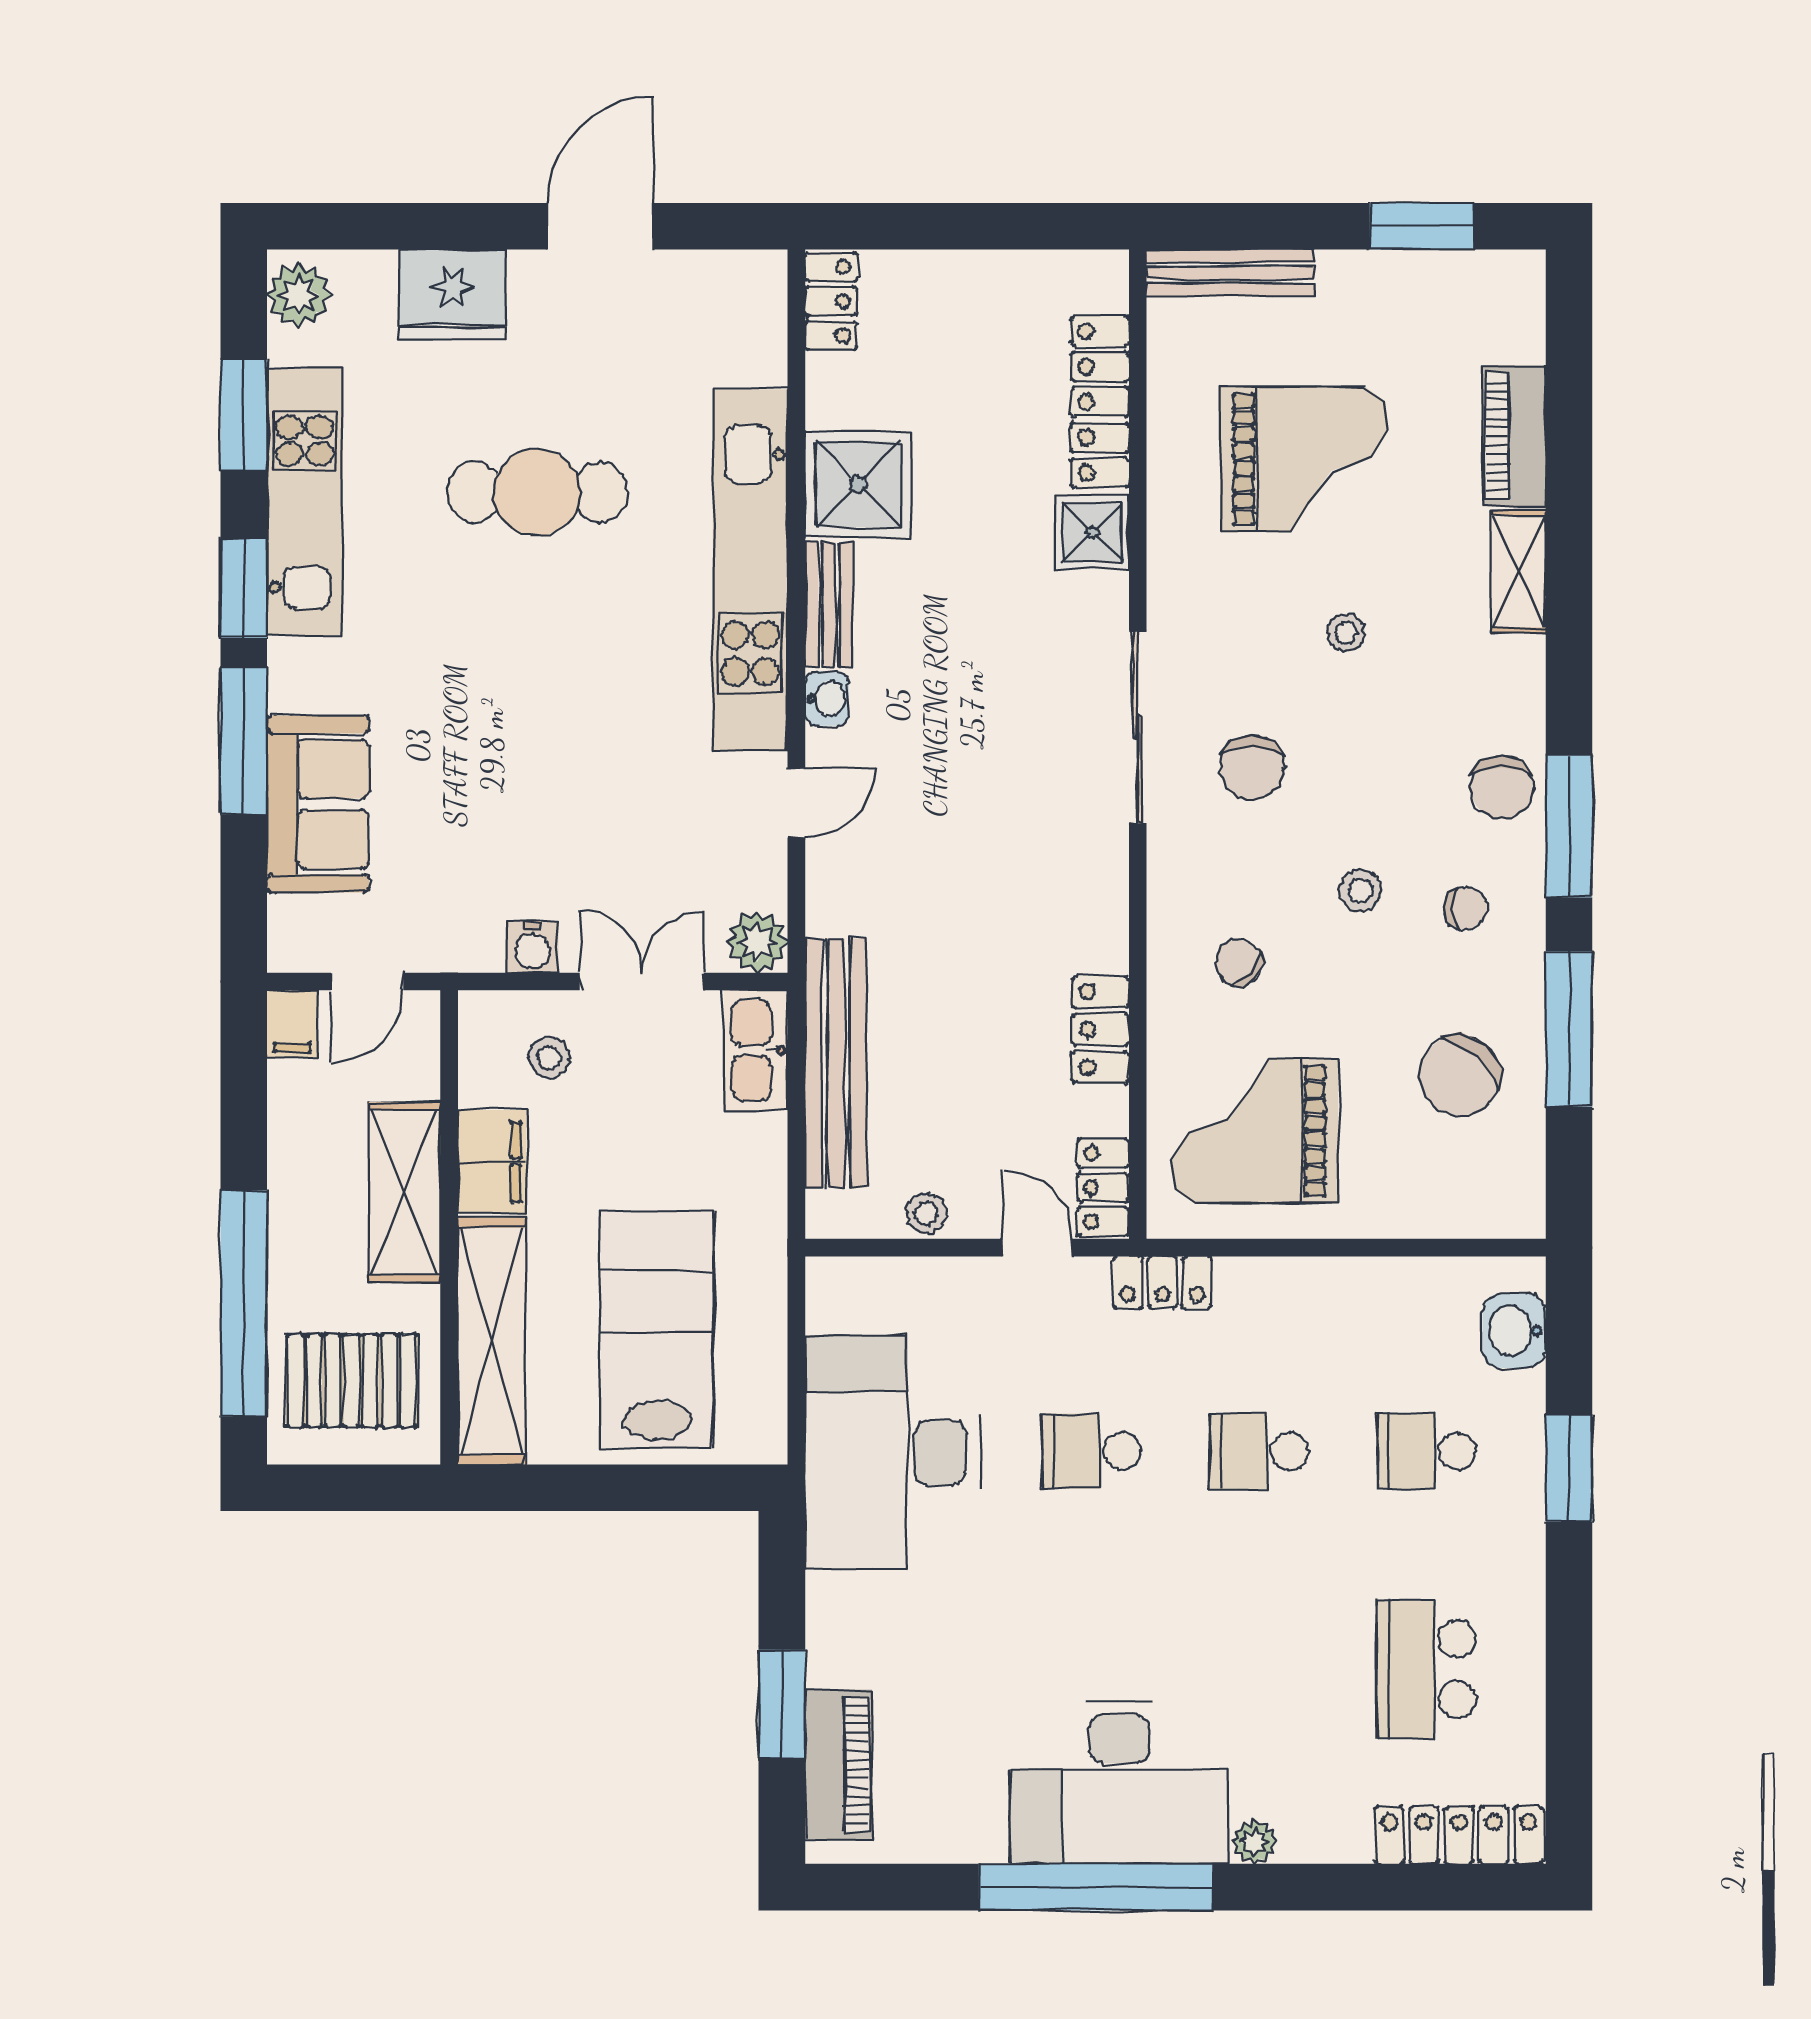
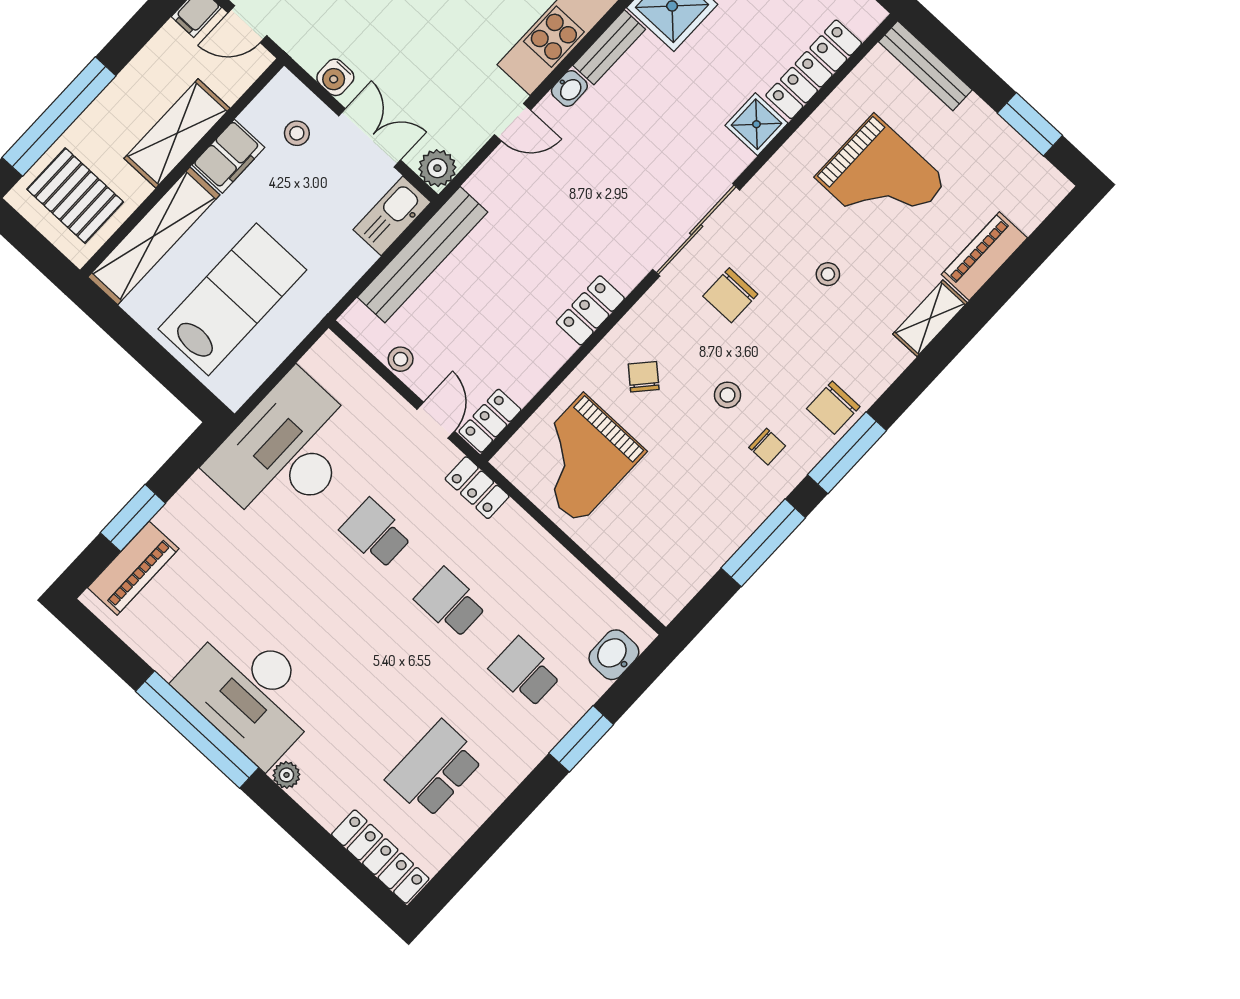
locker: (1101, 1029) -> (590, 310), moved
chair: (1459, 1076) -> (695, 518), removed
grand piano: (1255, 1131) -> (581, 459), turned -90

